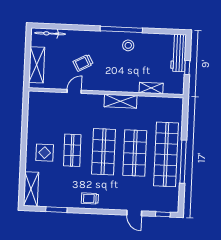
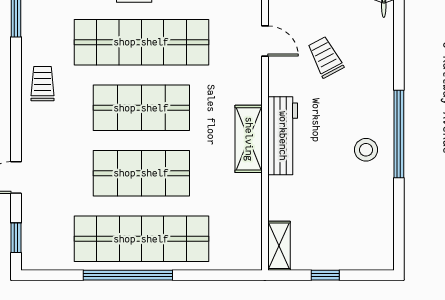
workbench: (178, 53) -> (283, 136), moved, turned 90
shelving: (151, 88) -> (279, 246), moved
shop shelf: (72, 150) -> (141, 42), width x2.00, depth x1.36

